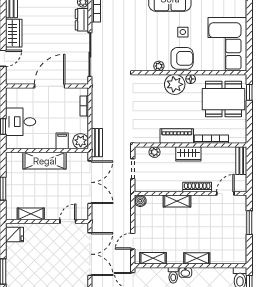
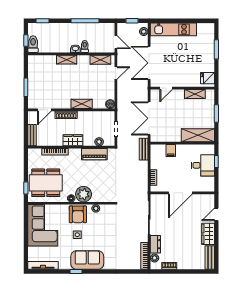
armchair: (182, 58) -> (78, 214), turned -90
piano: (177, 136) -> (94, 154), moved
plant: (81, 141) -> (156, 150), removed
shelving: (45, 161) -> (198, 135), moved

